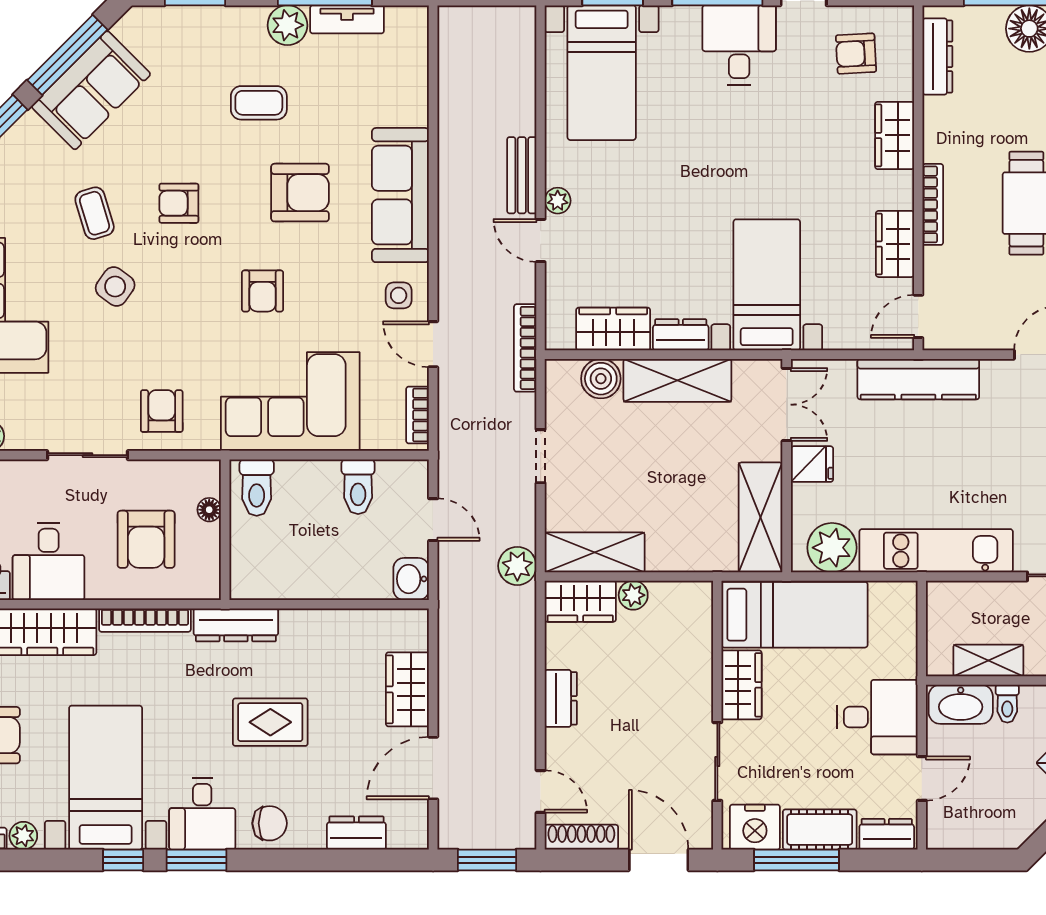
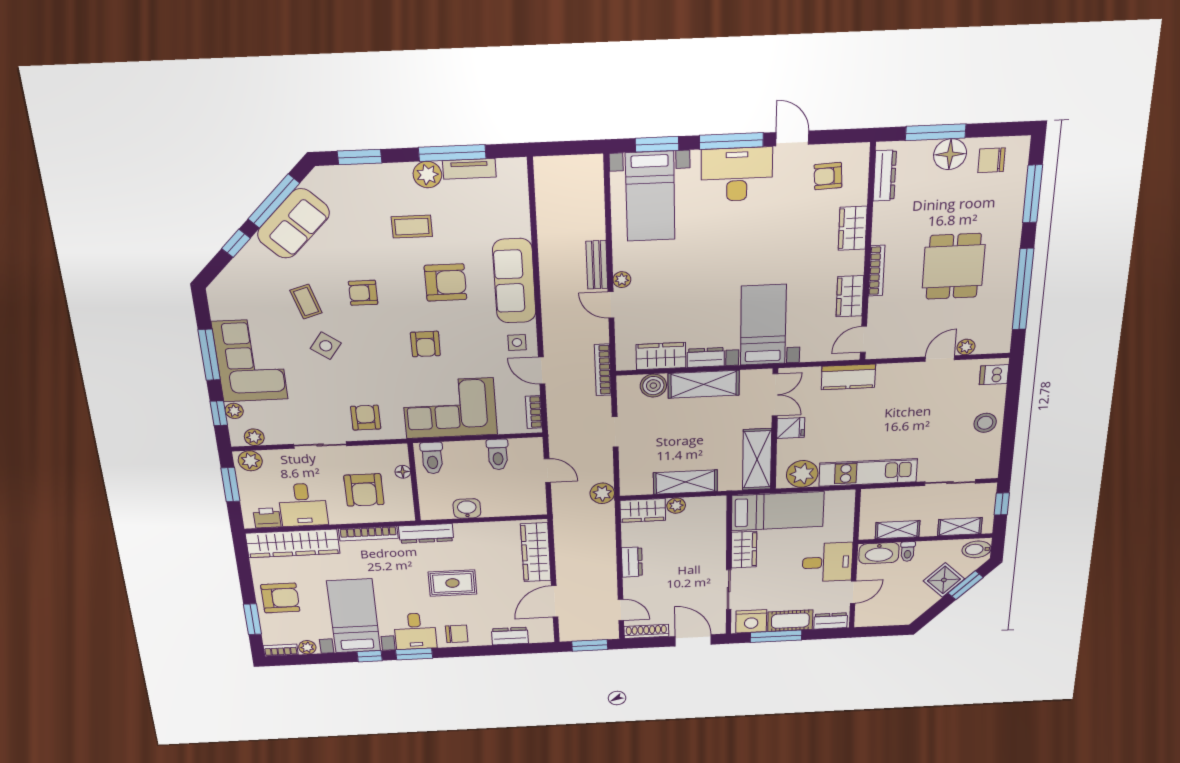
desk: (739, 45) -> (737, 174), width x1.37
kitchen counter: (918, 379) -> (848, 377), width x0.67
shelving: (595, 552) -> (685, 482), moved
washbasin: (411, 579) -> (467, 509), moved, turned 90
wardrobe: (407, 689) -> (536, 552), width x1.50

